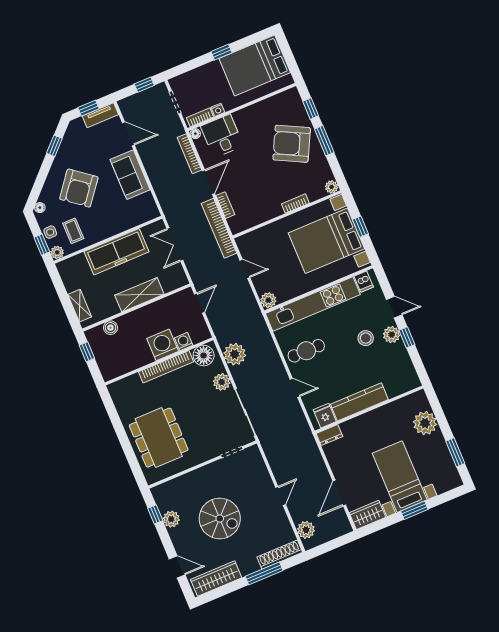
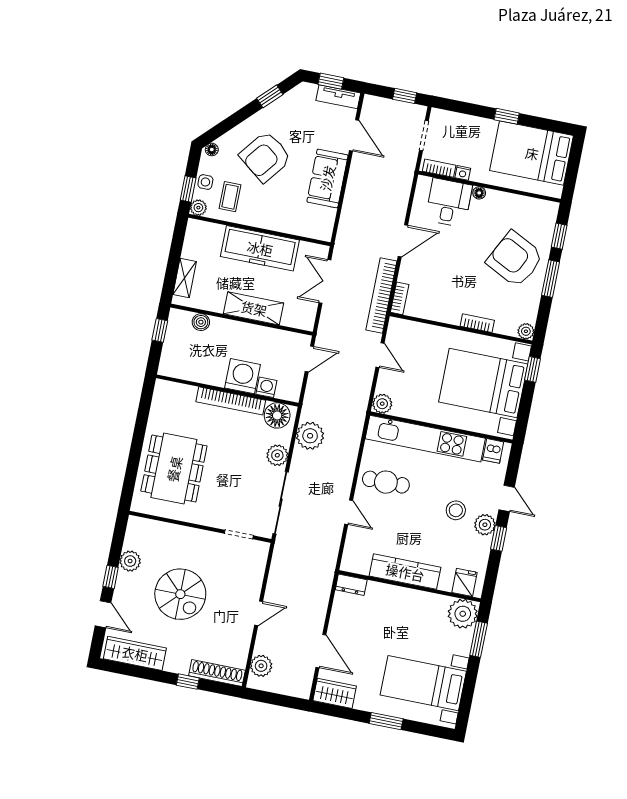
floor lamp: (195, 134) -> (479, 193), moved
bookcase: (189, 154) -> (403, 198), removed
bookcase: (225, 205) -> (400, 298), moved
window: (360, 227) -> (532, 369), moved
fridge: (325, 416) -> (464, 582), moved
plant: (425, 423) -> (463, 614), moved
window: (455, 452) -> (479, 639), moved
bed with nightstands: (400, 477) -> (423, 683), moved, turned -90
door: (339, 493) -> (321, 651), swing flipped
window: (155, 514) -> (111, 577), moved
window: (264, 573) -> (188, 682), width x0.46

